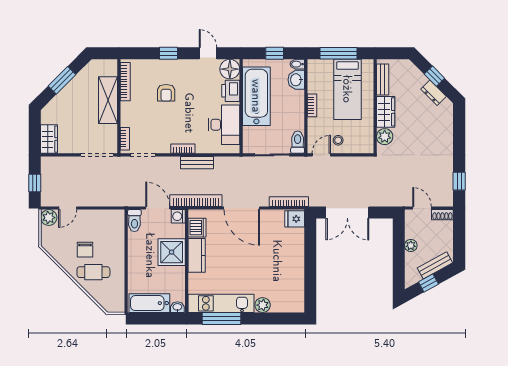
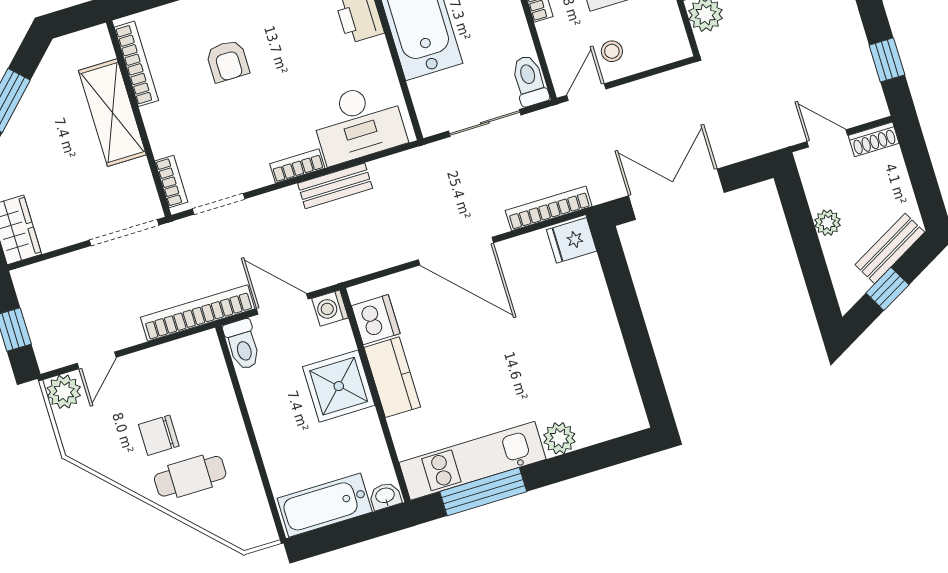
desk: (224, 125) -> (358, 123), moved, turned 90
bookcase: (196, 201) -> (198, 313), moved
double door: (347, 212) -> (676, 194), swing flipped
chair: (85, 250) -> (159, 435), turned 90

